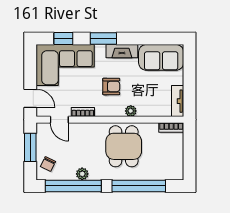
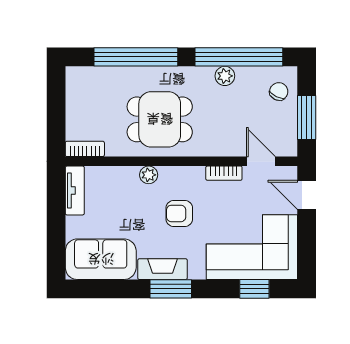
window: (103, 39) -> (171, 289), moved
dining table: (124, 146) -> (160, 119), turned 90

